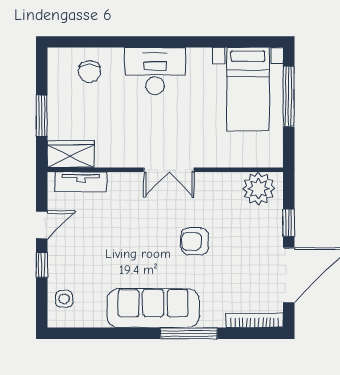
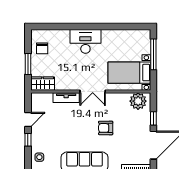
chair: (89, 71) -> (42, 48), moved
bed with nightstands: (248, 89) -> (129, 73), moved, turned 90
tv unit: (81, 182) -> (66, 98), moved

